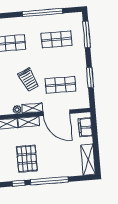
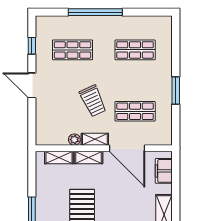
window: (43, 12) -> (95, 12), moved
window: (86, 34) -> (176, 46), removed
window: (90, 77) -> (176, 90), moved

